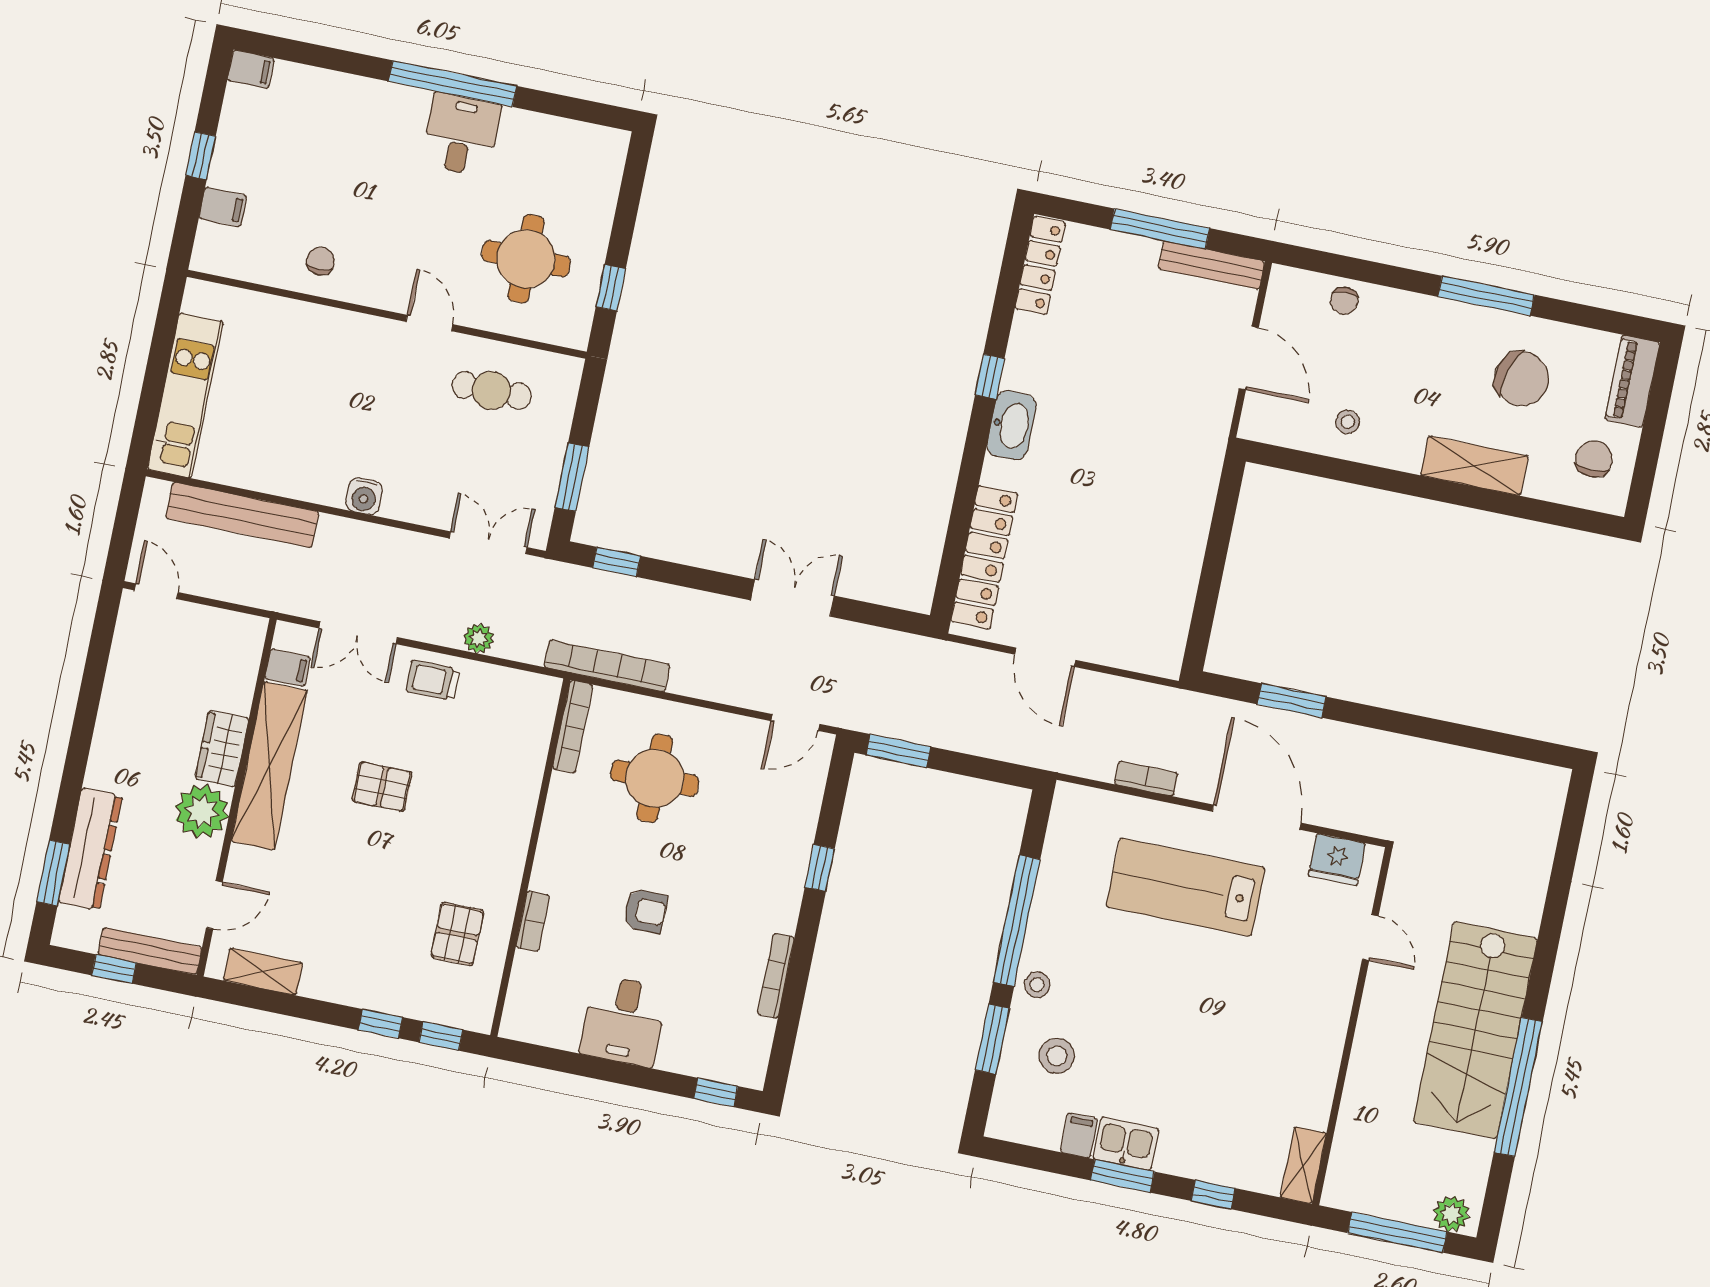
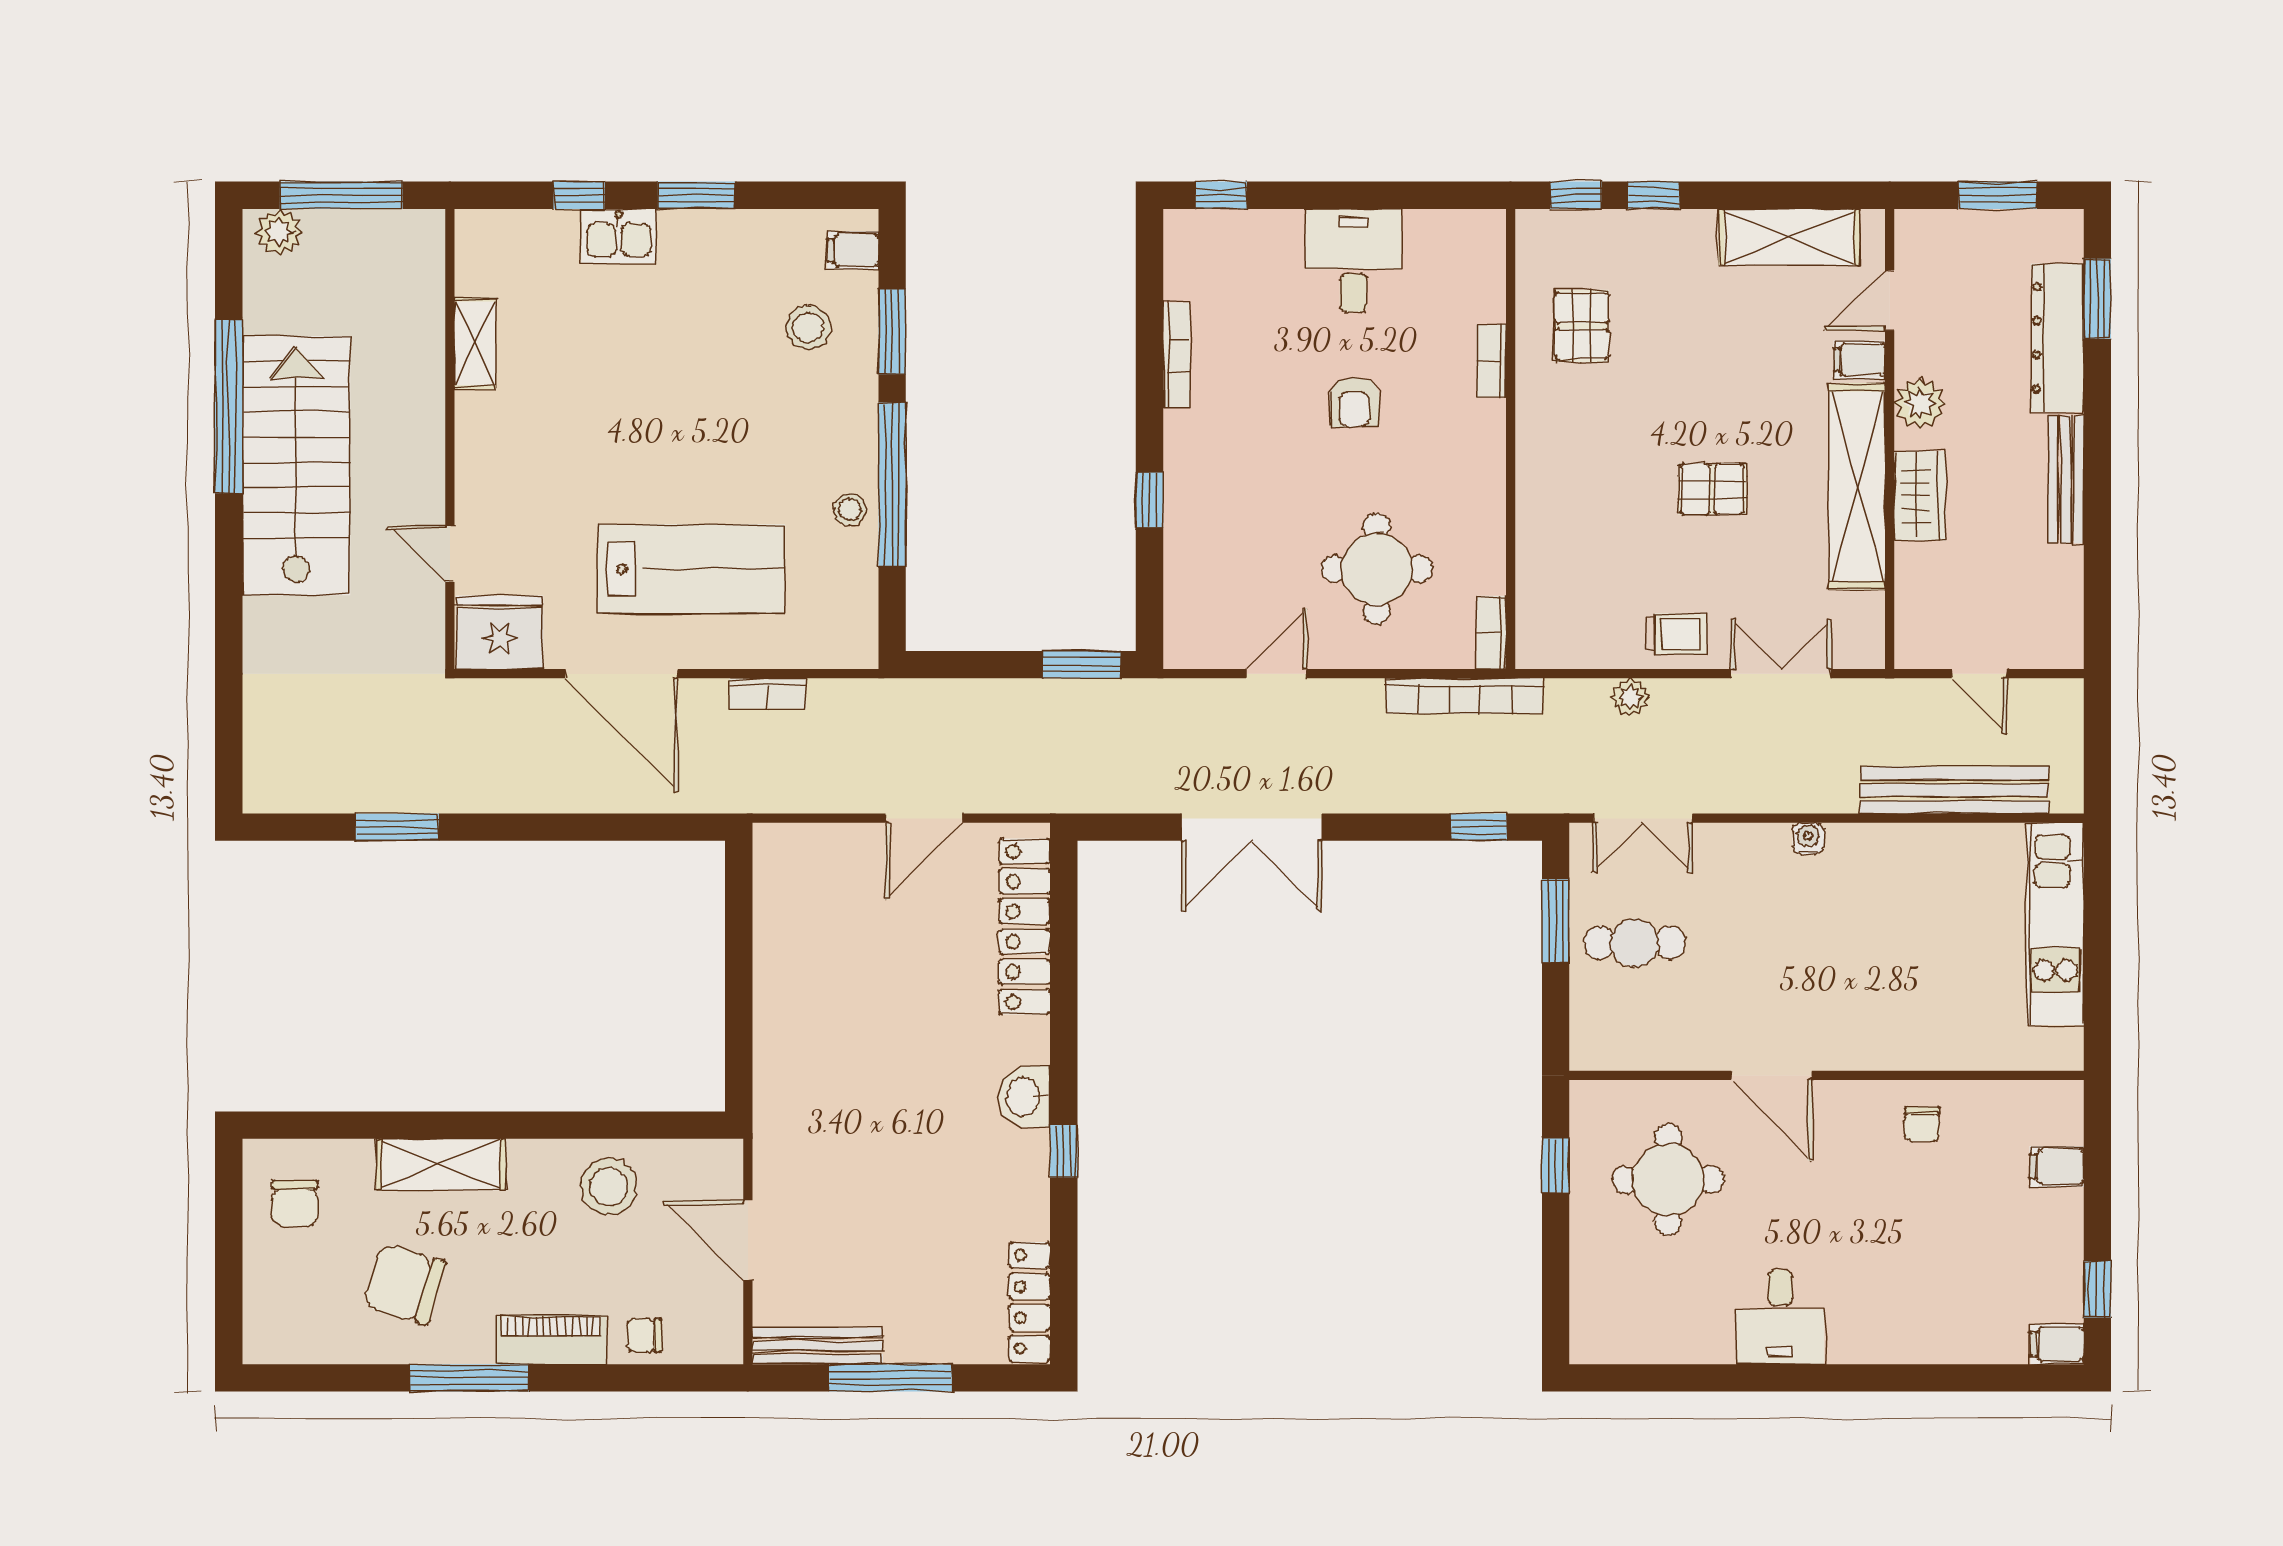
window: (453, 84) -> (1804, 1378), removed
window: (201, 156) -> (2097, 1289), moved
chair: (1344, 301) -> (644, 1335), turned -90
door: (429, 323) -> (1772, 1075), width x1.38
piano: (1632, 381) -> (551, 1340), moved, turned -90
cafe table: (492, 390) -> (1635, 943), moved
stool: (1348, 422) -> (609, 1187), width x1.89, depth x1.89
washbasin: (1012, 425) -> (1024, 1097), width x0.72
water cooler: (364, 496) -> (1808, 838), width x0.72, depth x0.72
door: (156, 591) -> (1979, 674), moved
double door: (793, 598) -> (1252, 827), width x1.37
door: (1045, 657) -> (924, 818), swing flipped
filing cabinet: (288, 668) -> (1859, 360), moved
window: (1292, 700) -> (397, 827), moved
door: (795, 722) -> (1276, 674), moved
bookcase: (573, 727) -> (1491, 633), width x0.64
plant: (202, 811) -> (1920, 403), width x0.73, depth x0.73
fridge: (1337, 859) -> (500, 632), width x1.36, depth x1.34
armchair: (645, 911) -> (1355, 402), turned -90
bench: (150, 951) -> (2066, 479), moved, turned 90
window: (114, 969) -> (1998, 195), width x1.50
shelving: (263, 972) -> (1789, 237), width x1.50, depth x1.33
stool: (1037, 985) -> (850, 509), moved
filing cabinet: (1079, 1135) -> (853, 250), moved, turned 90
kitchen sink: (1126, 1144) -> (619, 236), moved
shelving: (1303, 1165) -> (475, 343), moved

